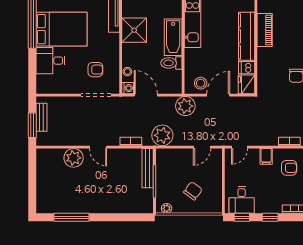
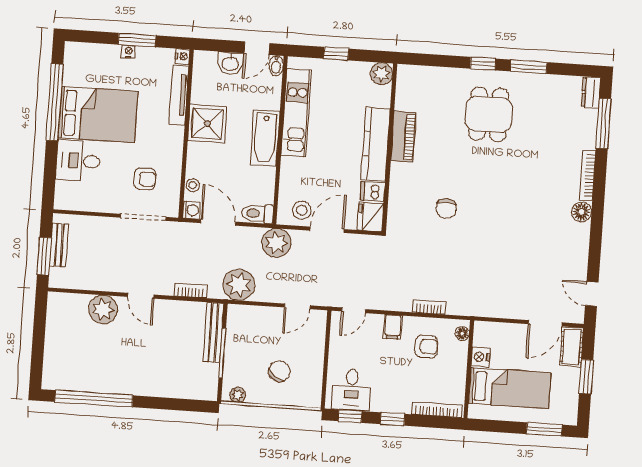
toilet: (171, 63) -> (257, 214), moved
window: (71, 217) -> (94, 399), width x1.46

